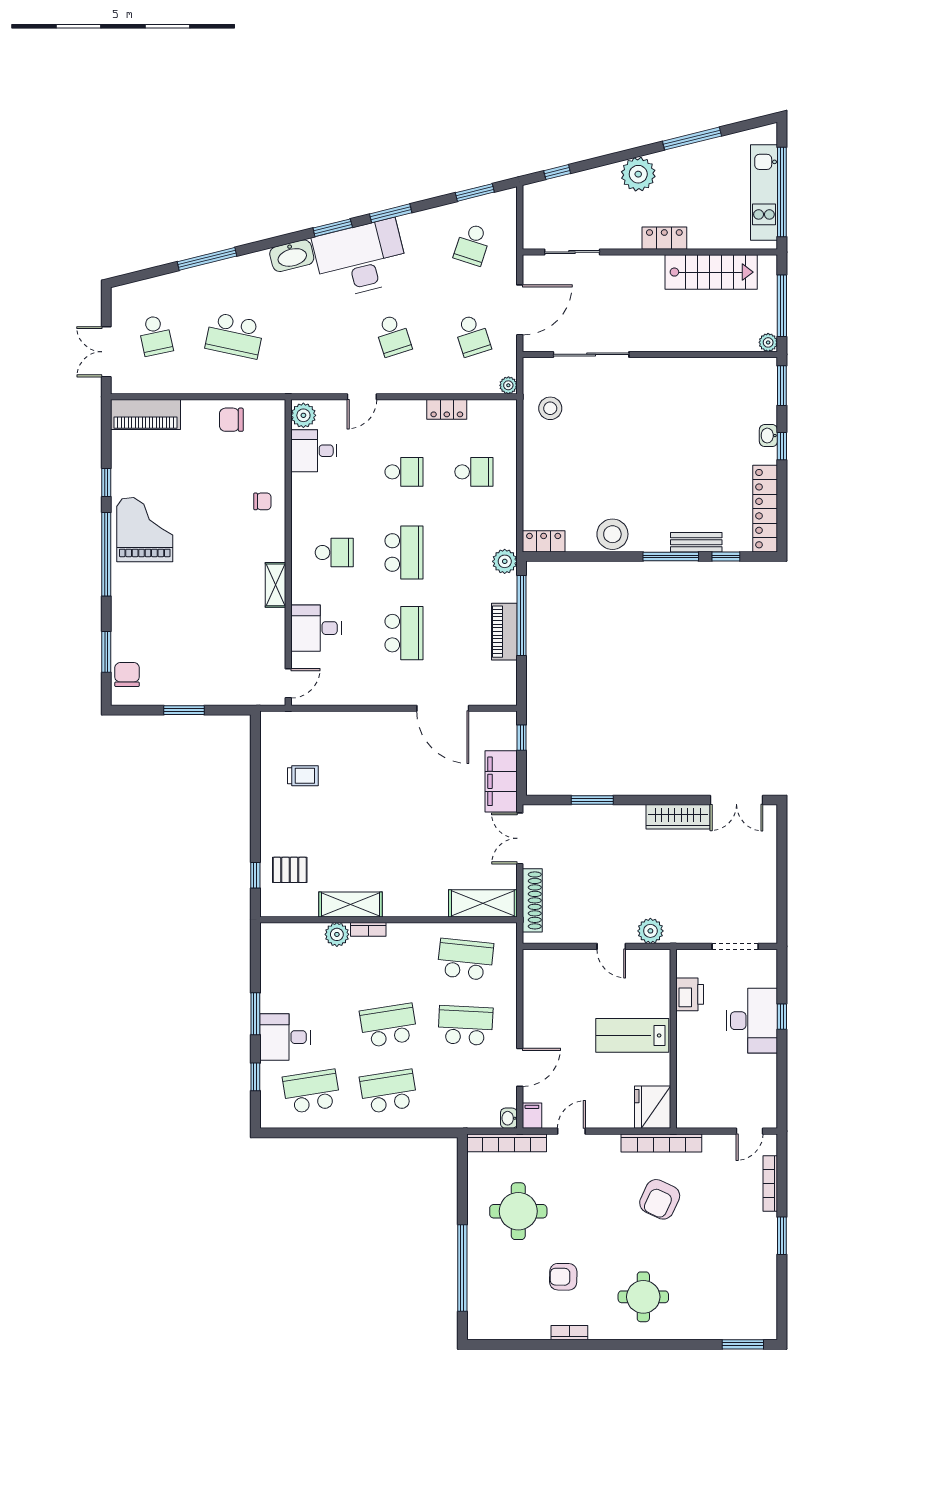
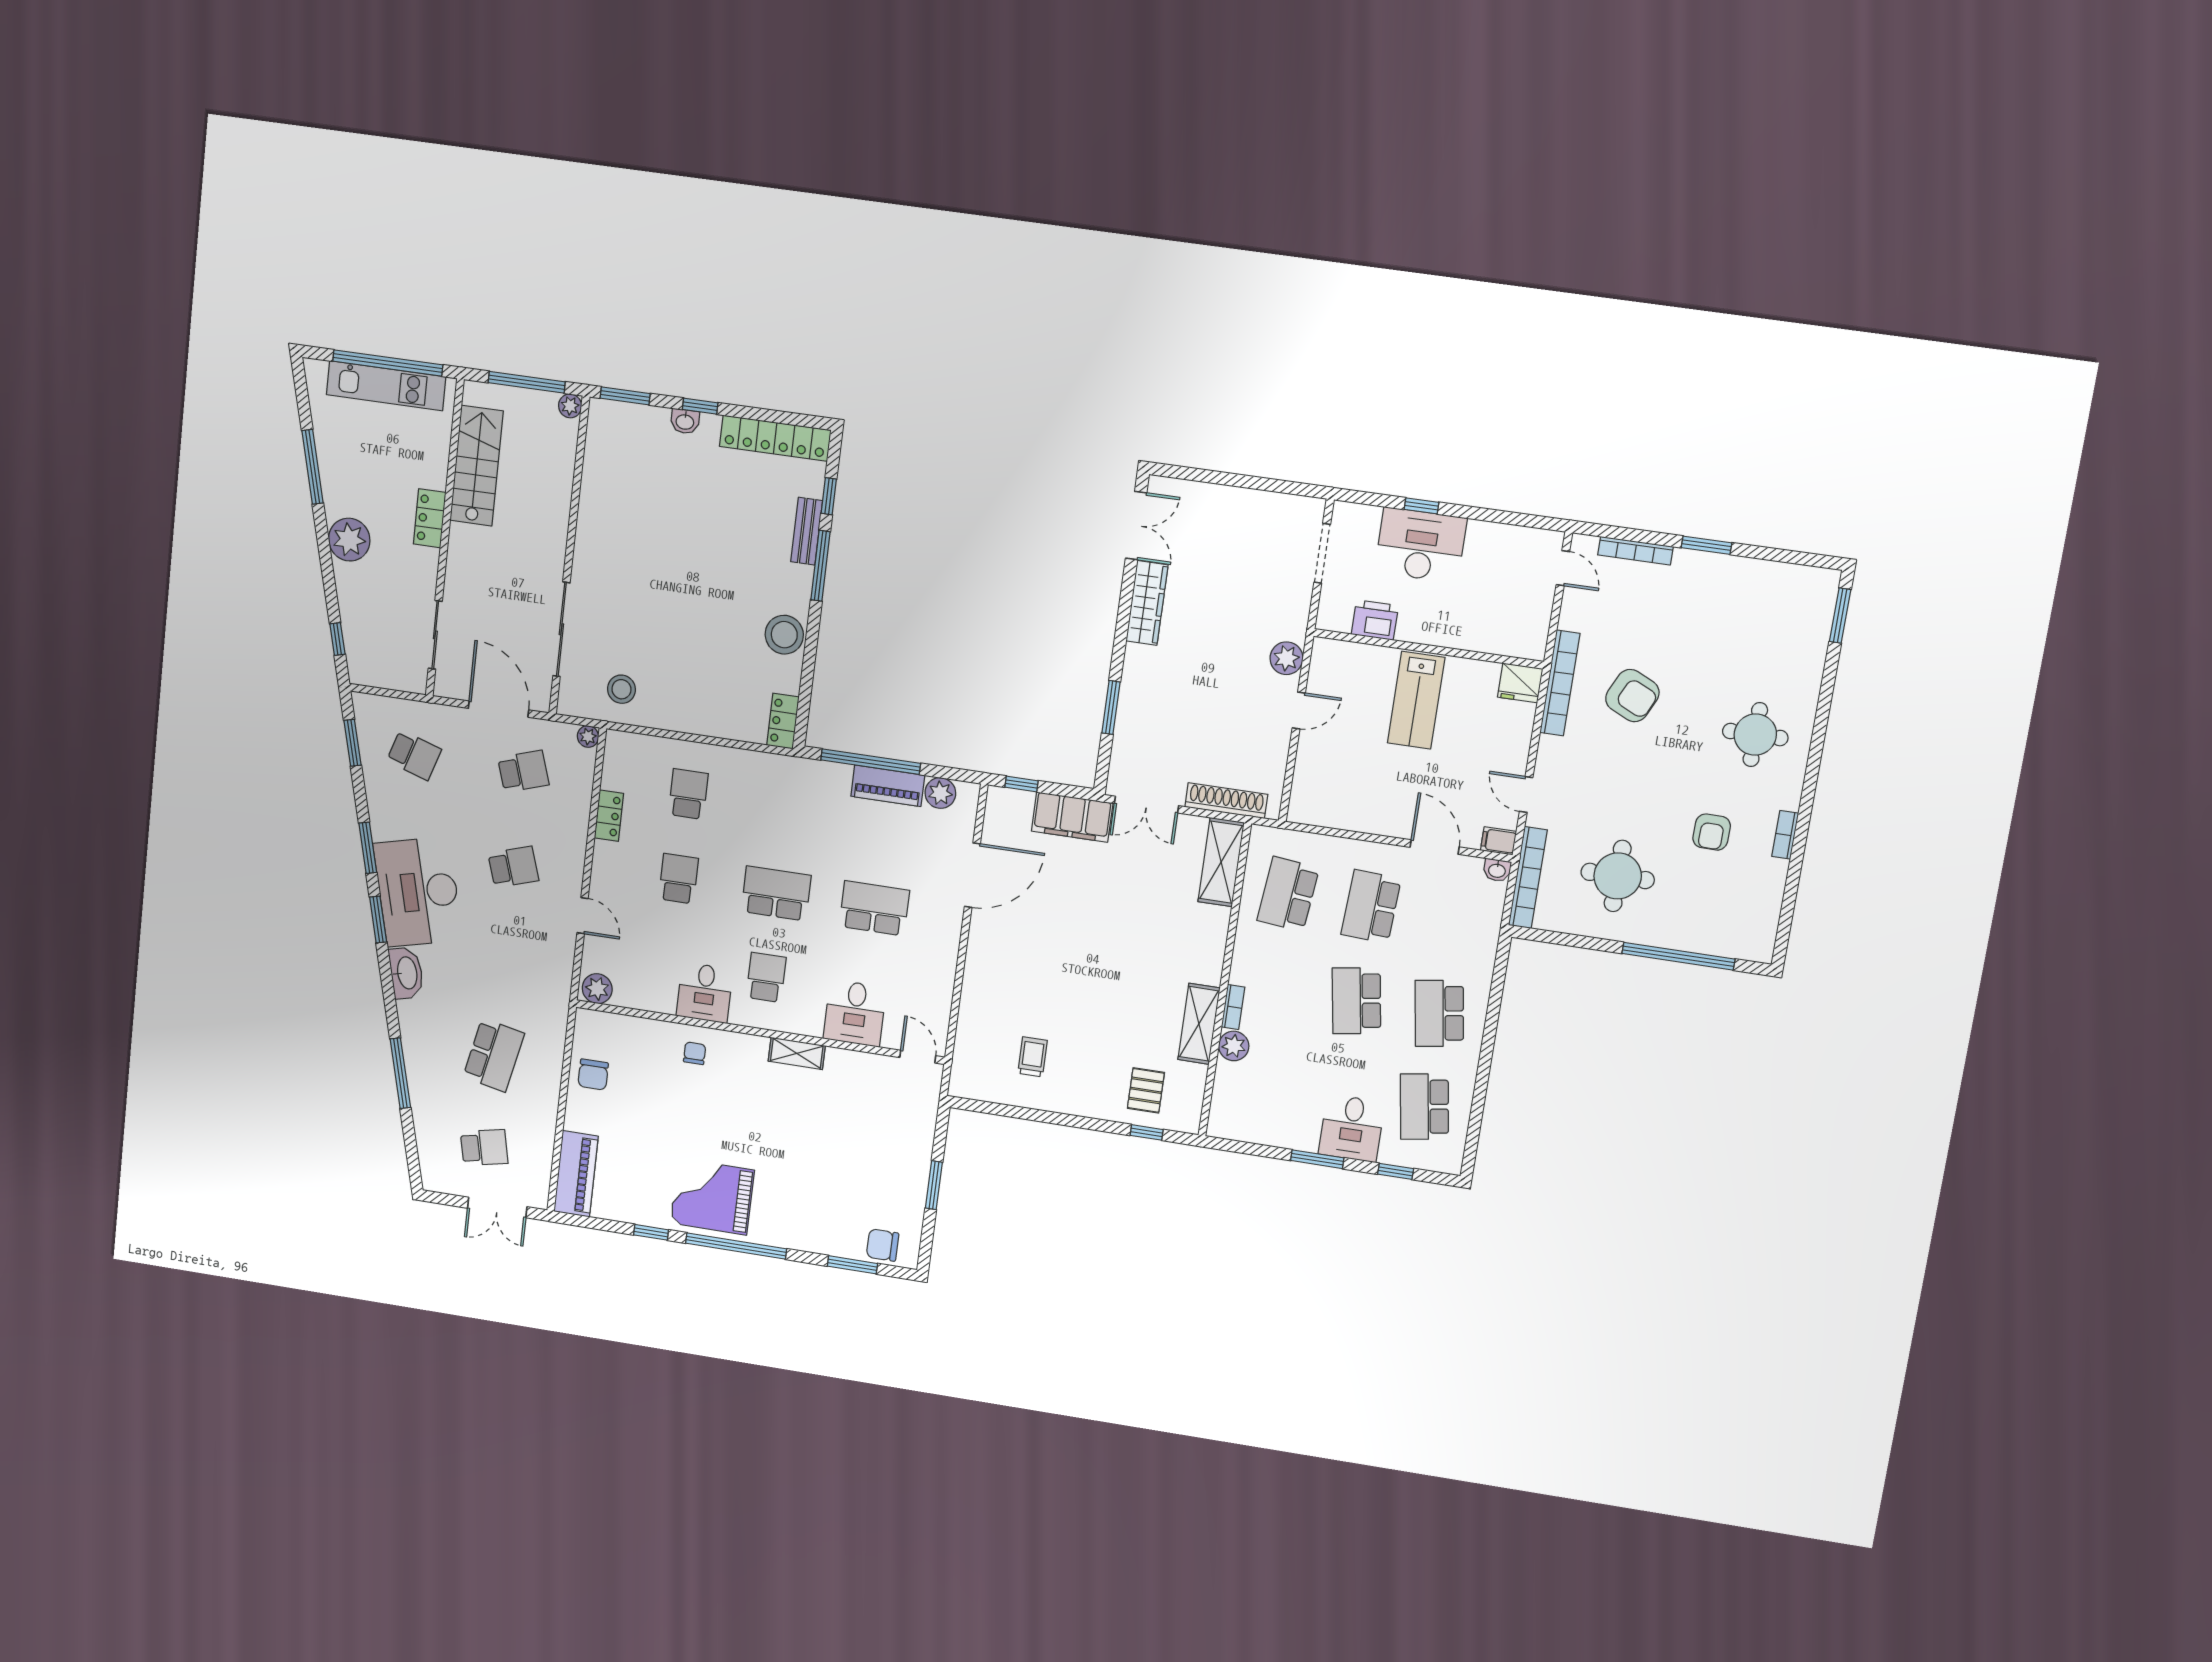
desk: (314, 451) -> (705, 993), moved
plant: (505, 561) -> (940, 793), moved
fridge: (653, 1107) -> (1520, 683), width x0.73, depth x0.75

